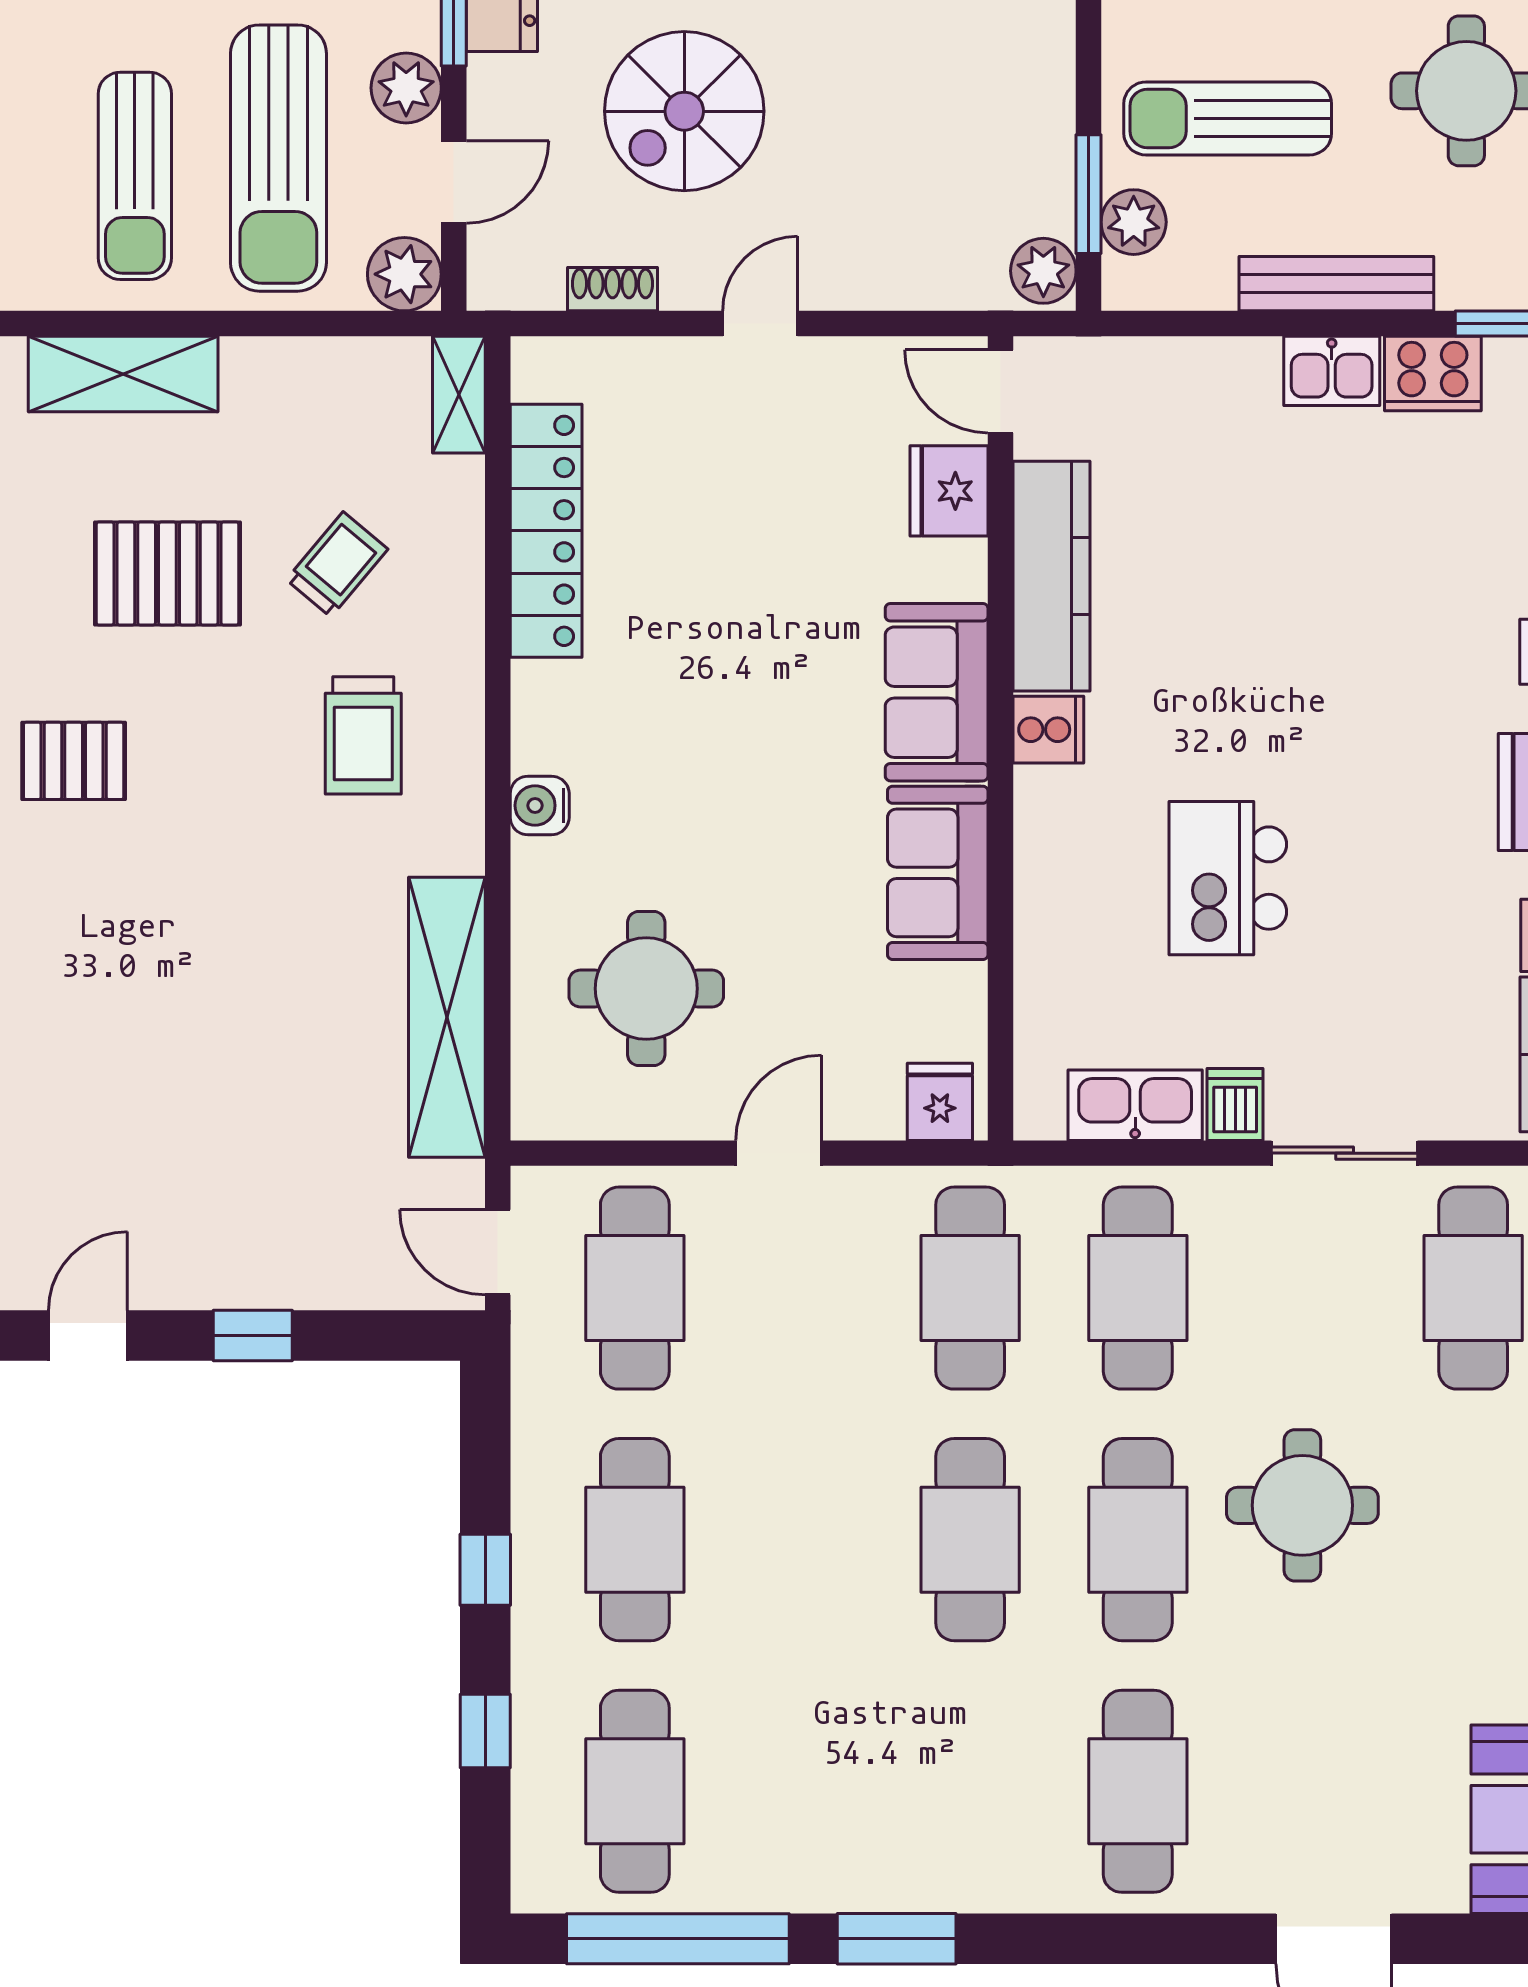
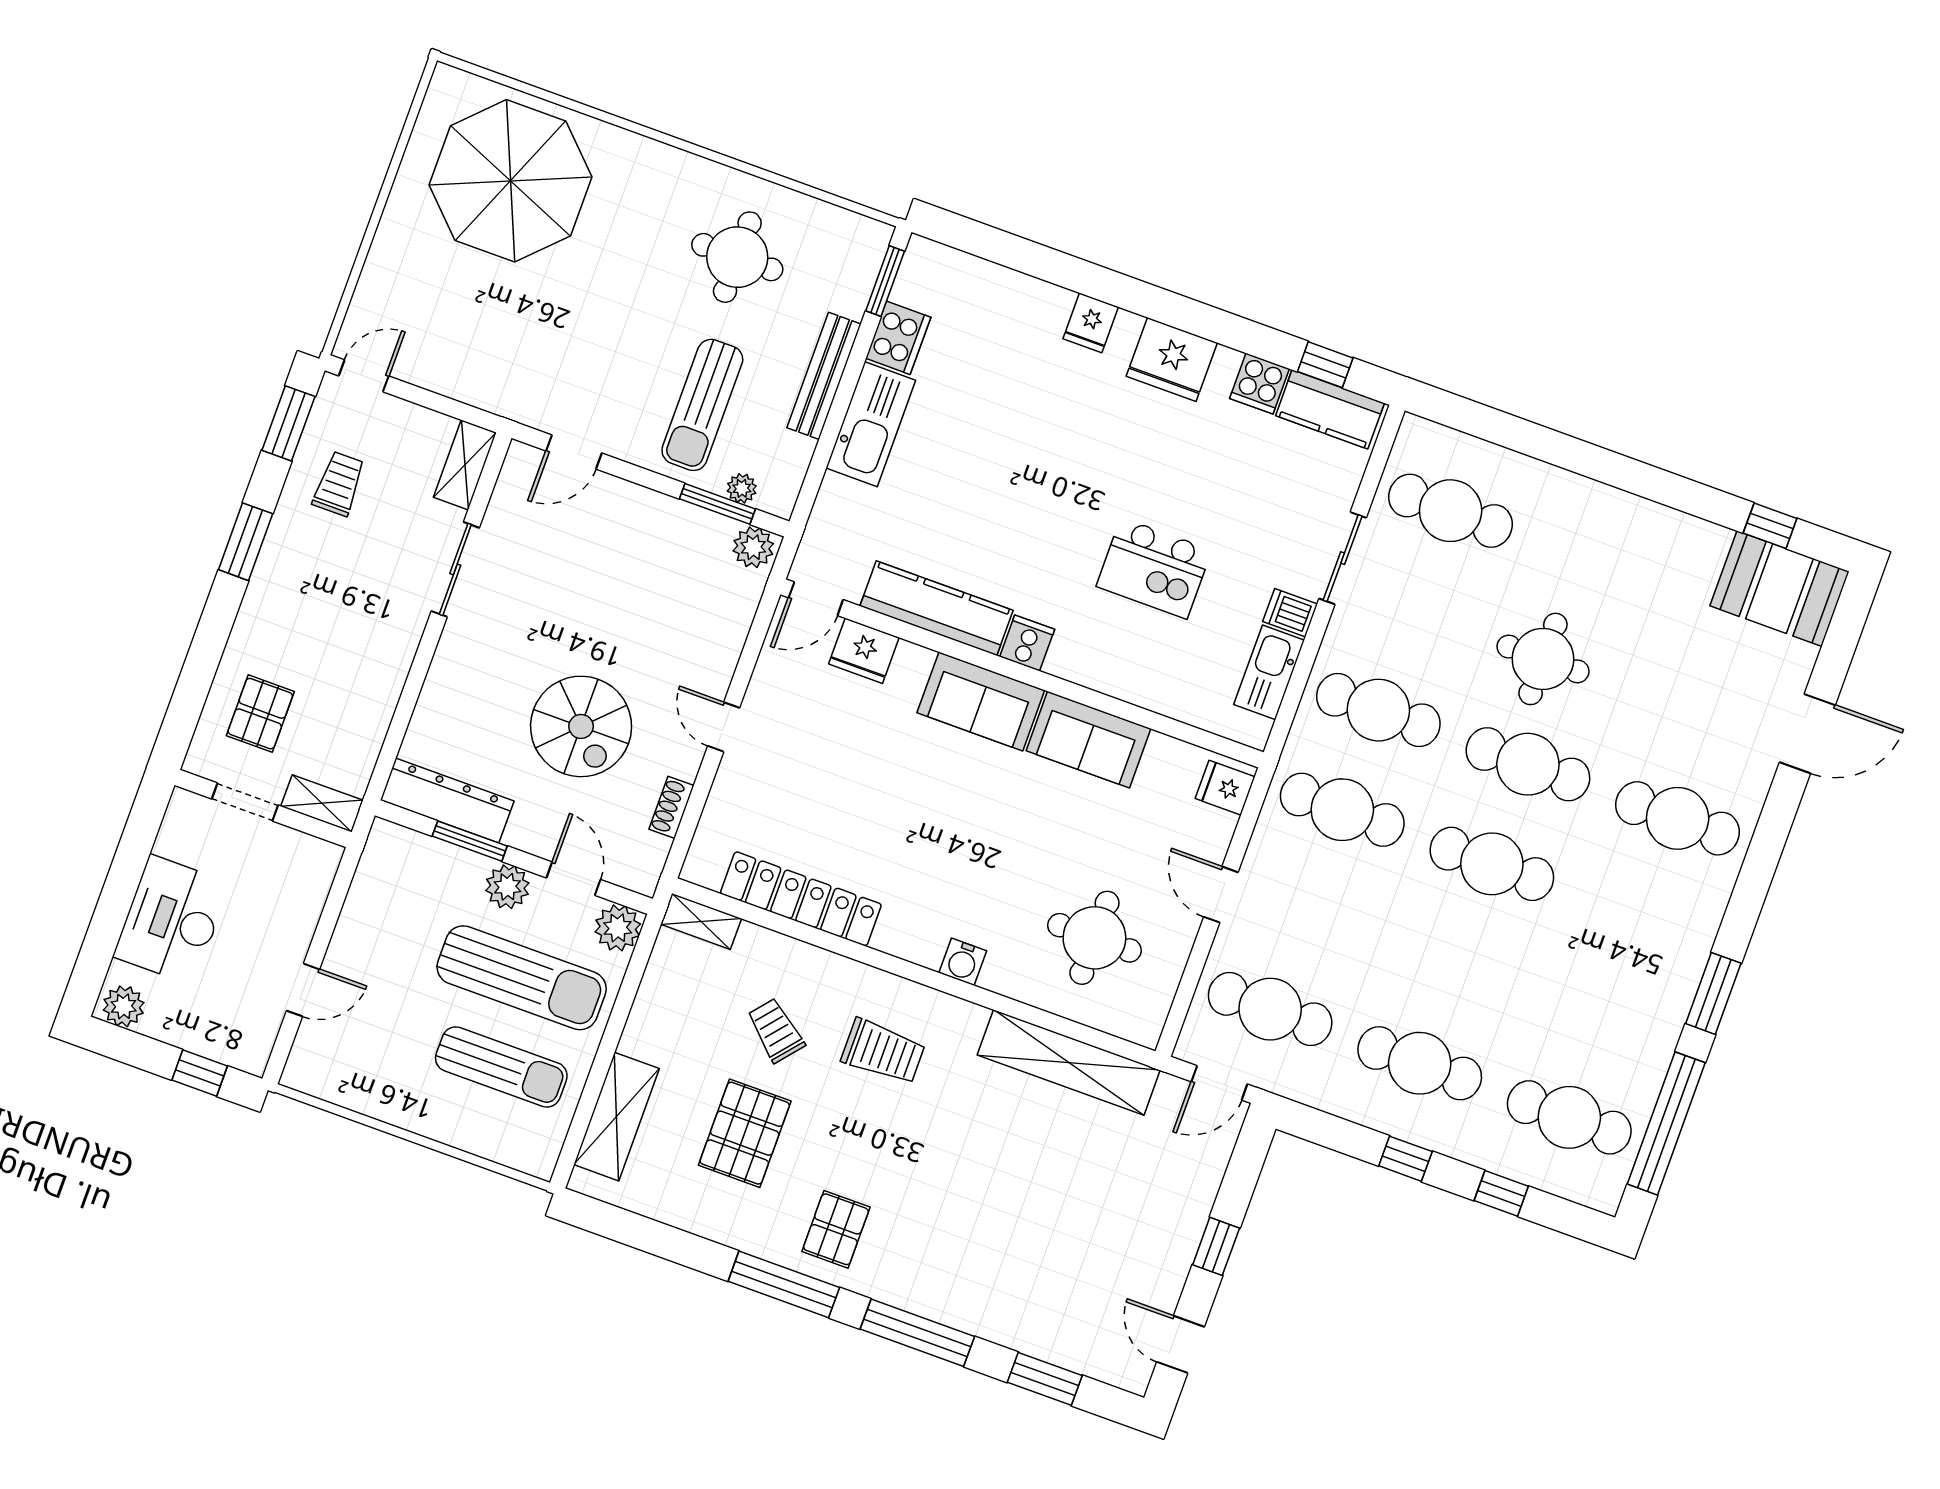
plant: (1134, 222) -> (742, 488), width x0.73, depth x0.73
kitchen sink: (1332, 371) -> (871, 424), width x1.88, depth x1.24

